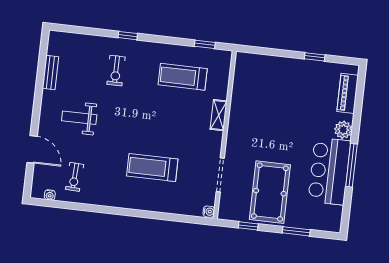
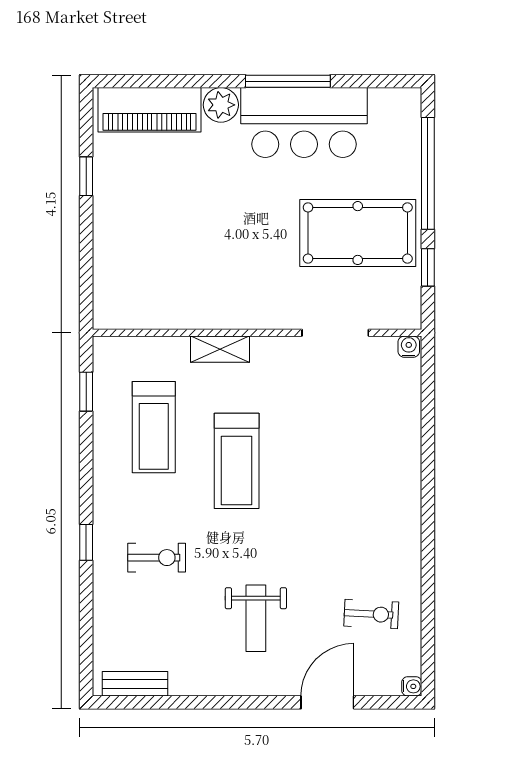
bench: (50, 72) -> (135, 684), moved
piano: (348, 93) -> (150, 110), width x1.37, depth x1.33
treadmill: (152, 168) -> (237, 461), moved
water cooler: (50, 195) -> (412, 686), moved
window: (296, 231) -> (428, 173), width x2.11

